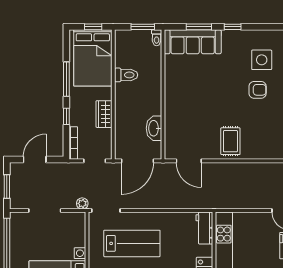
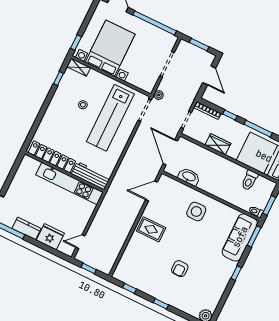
window: (199, 27) -> (254, 236), moved
side table: (262, 60) -> (196, 211), moved
toilet: (126, 75) -> (249, 180), moved
workbench: (204, 228) -> (91, 176), width x1.37
lab bench: (132, 243) -> (110, 118), width x1.36

